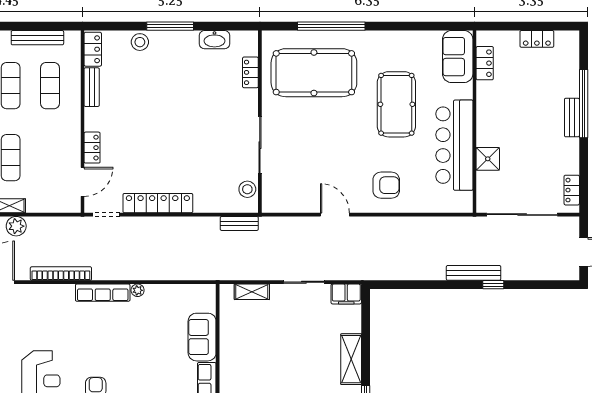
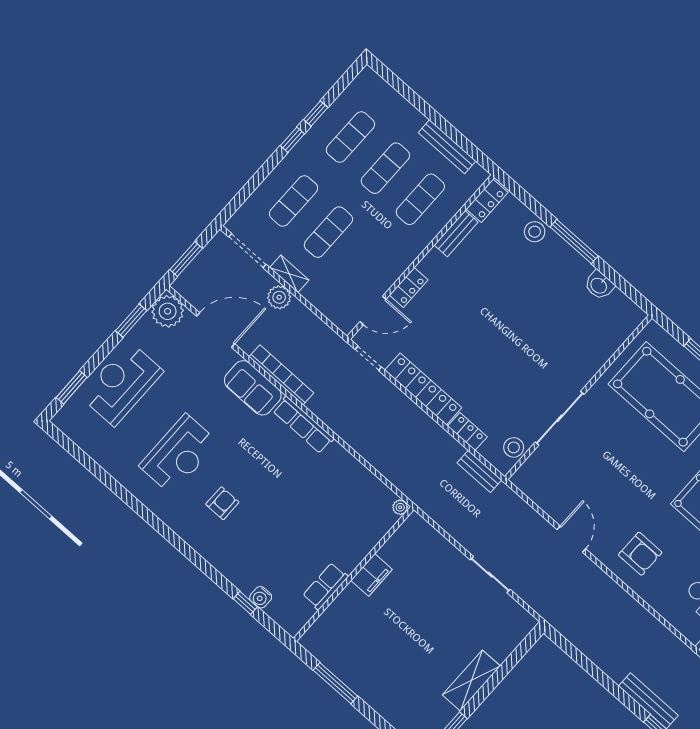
washbasin: (214, 40) -> (599, 285), width x0.72
locker: (250, 72) -> (467, 431), moved, turned 90
plant: (138, 290) -> (400, 507), moved
shelving: (252, 292) -> (436, 542), removed
filing cabinet: (346, 294) -> (372, 575), moved, turned -90
sofa: (202, 337) -> (253, 388), moved, turned -90

